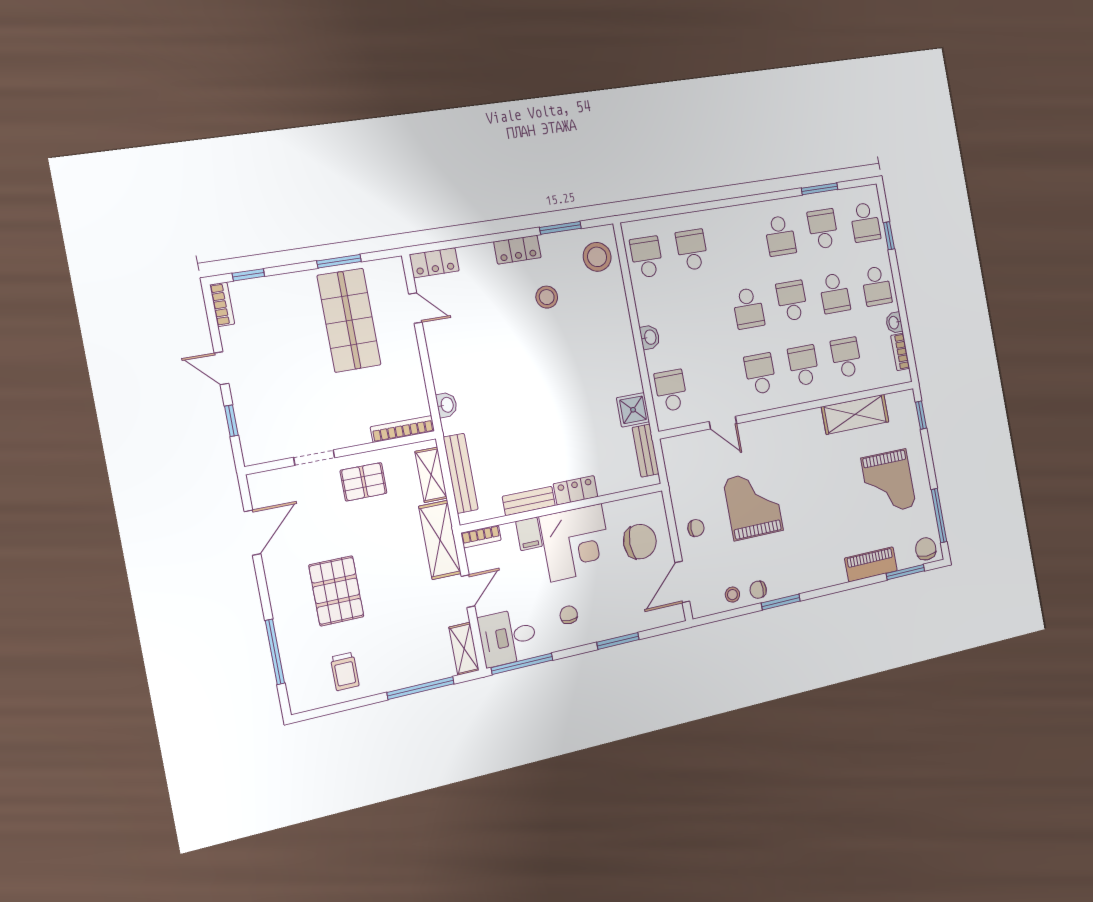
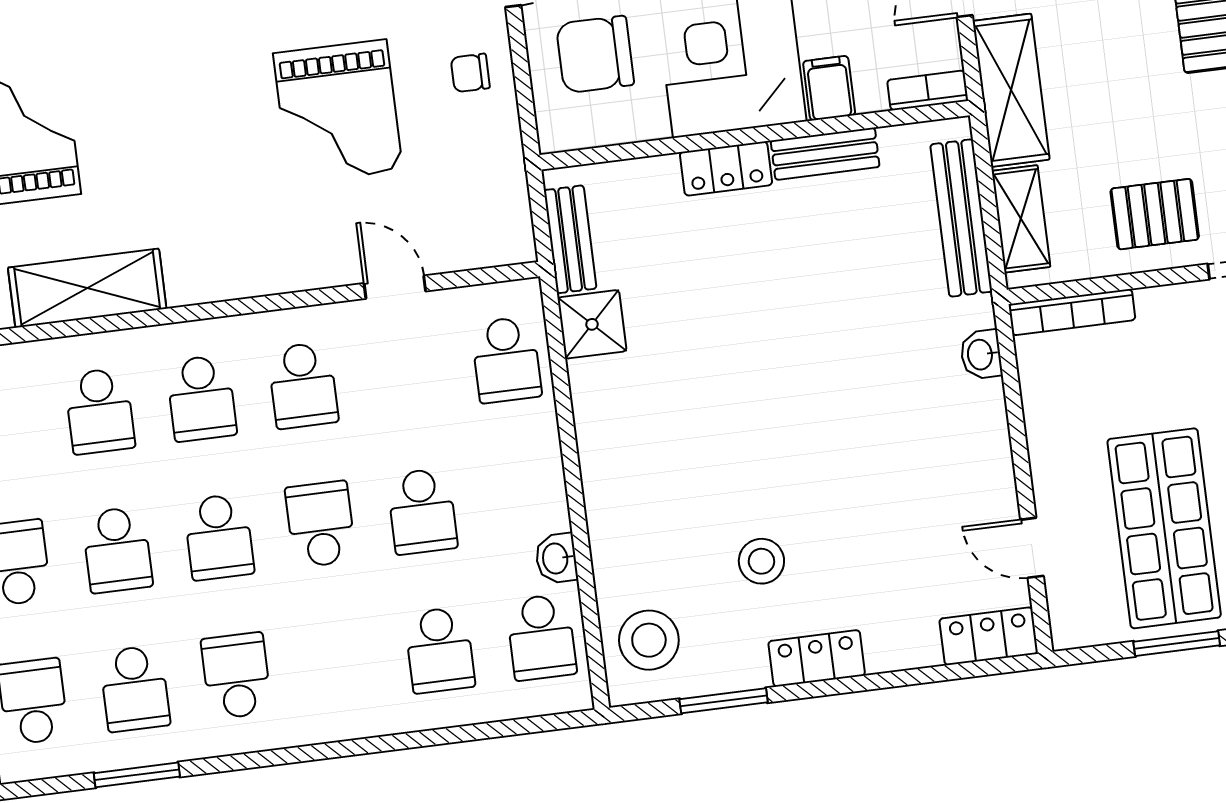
school desk: (835, 293) -> (117, 550), turned 180
school desk: (704, 316) -> (422, 511), added
washbasin: (650, 337) -> (556, 558), moved

